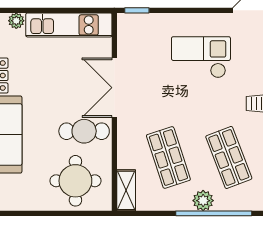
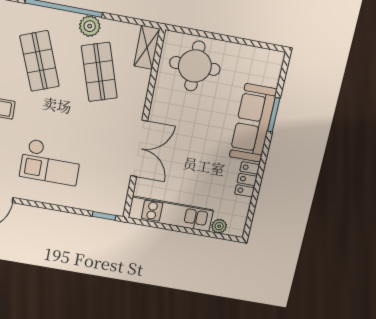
cafe table: (84, 131) -> (177, 112), removed
plant: (203, 201) -> (90, 26), moved

